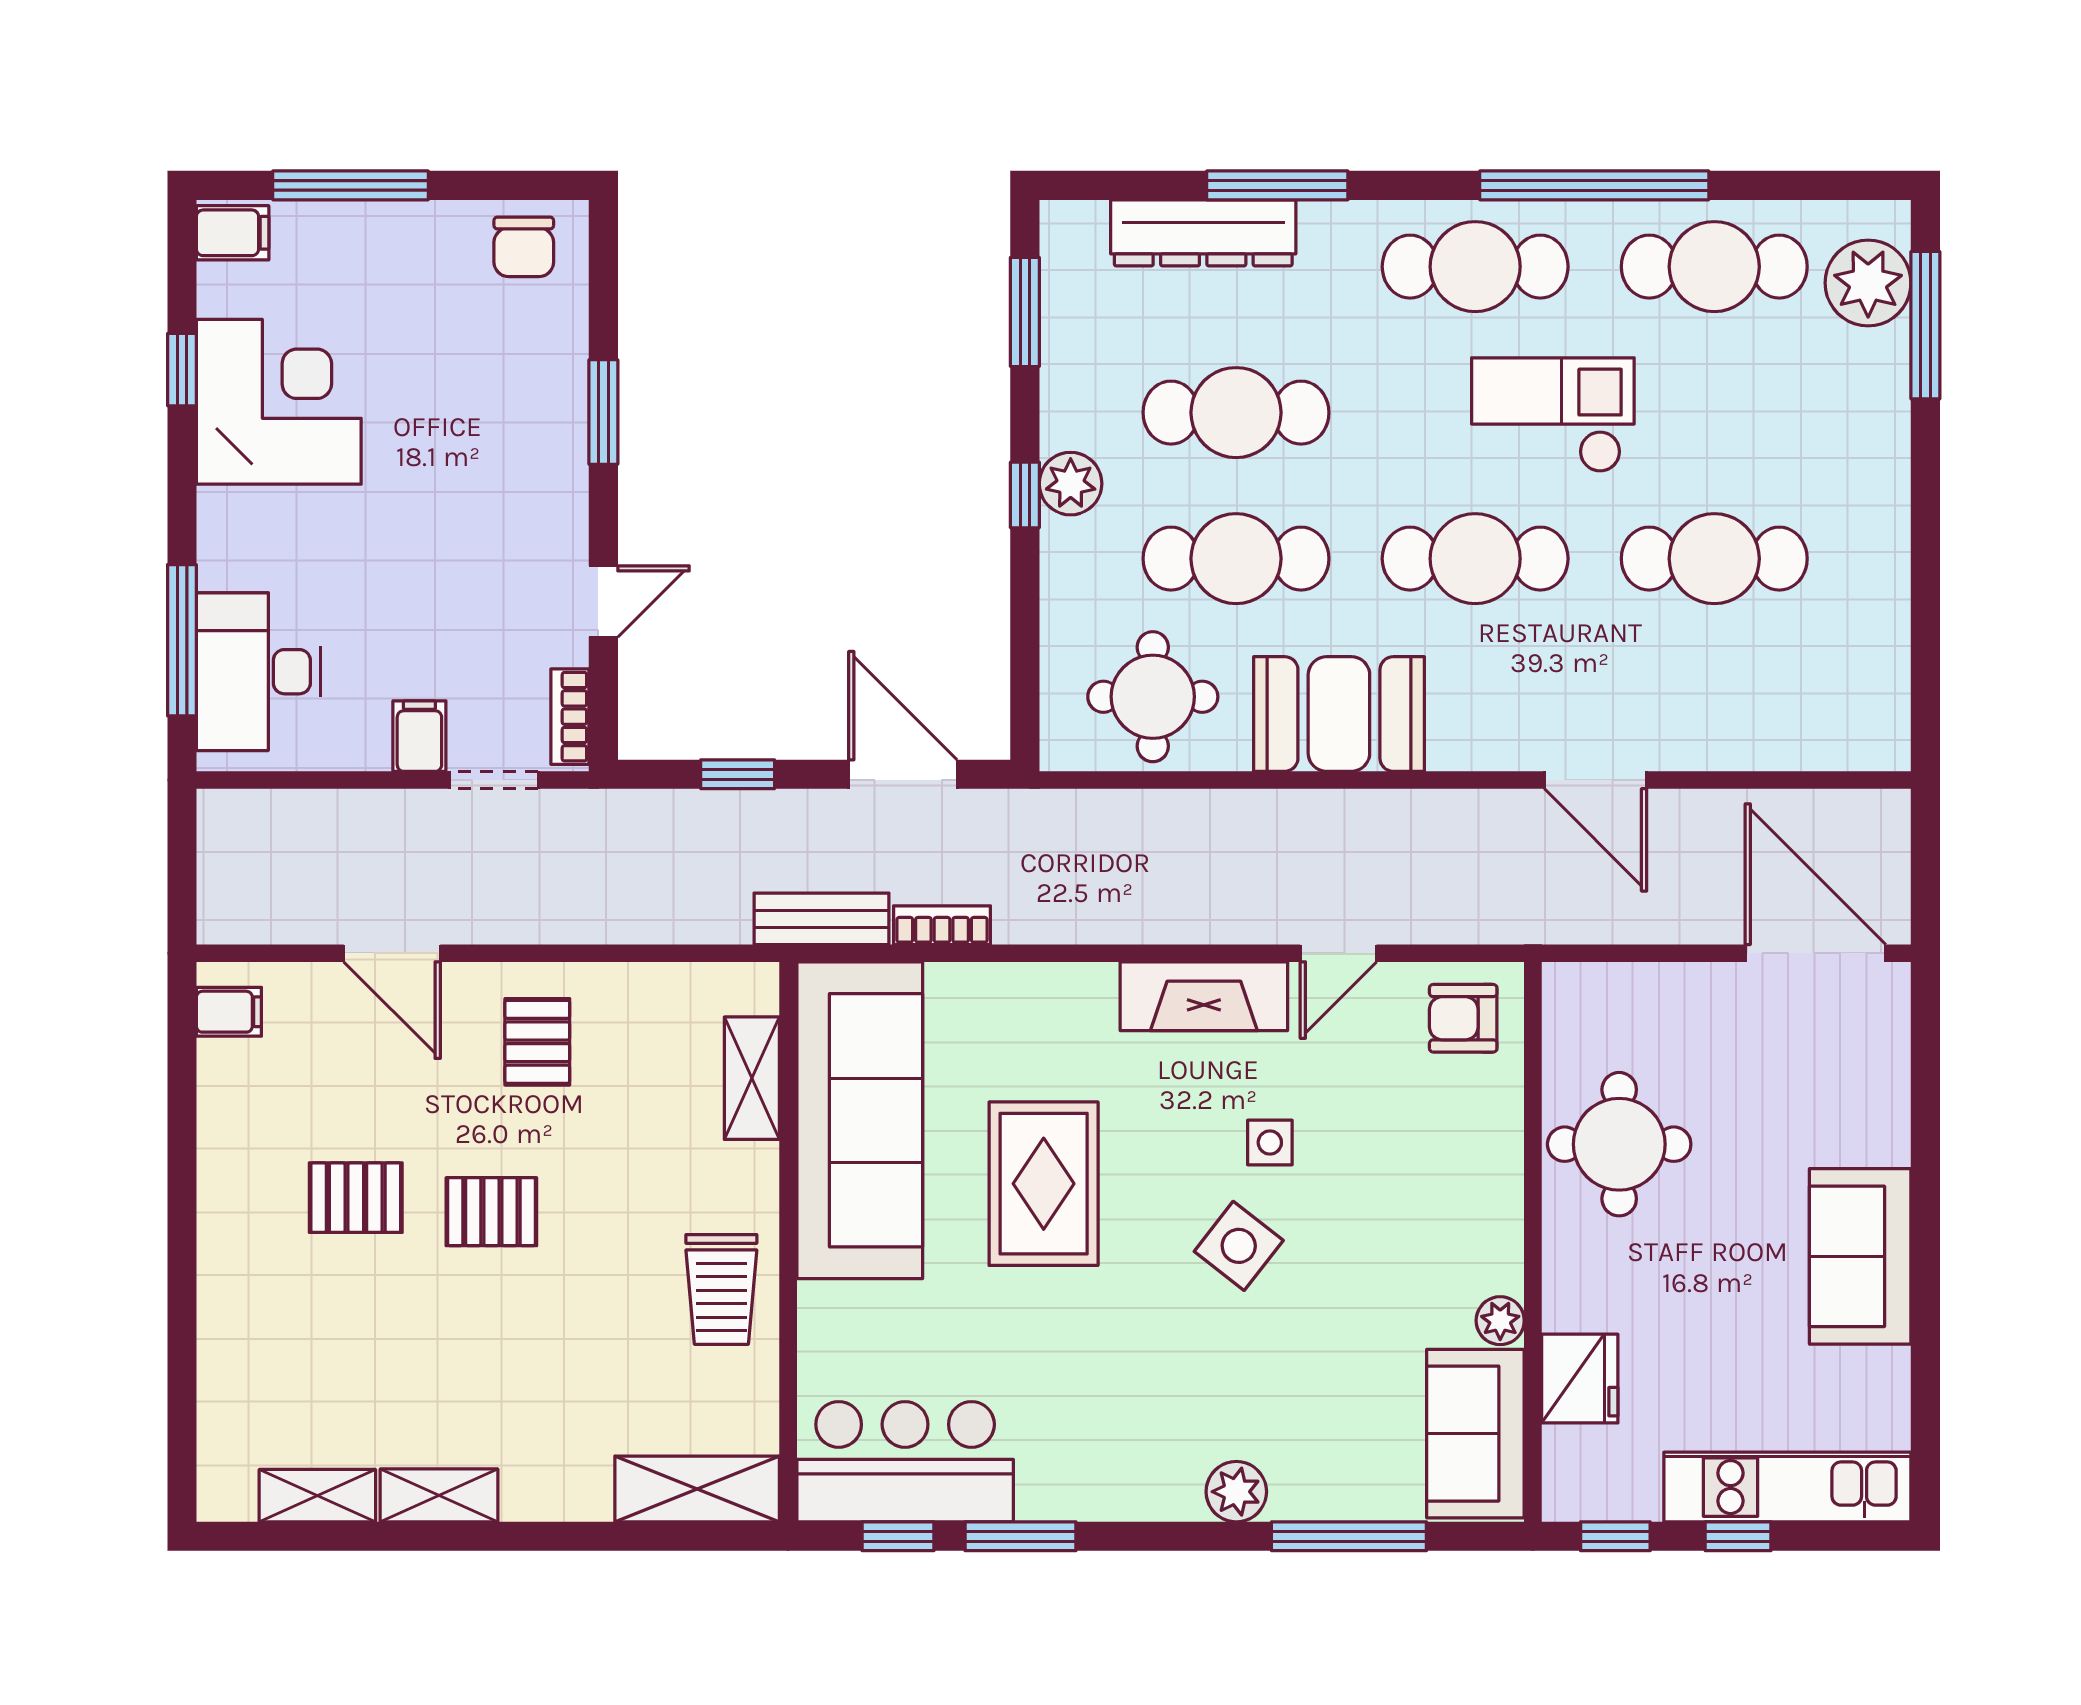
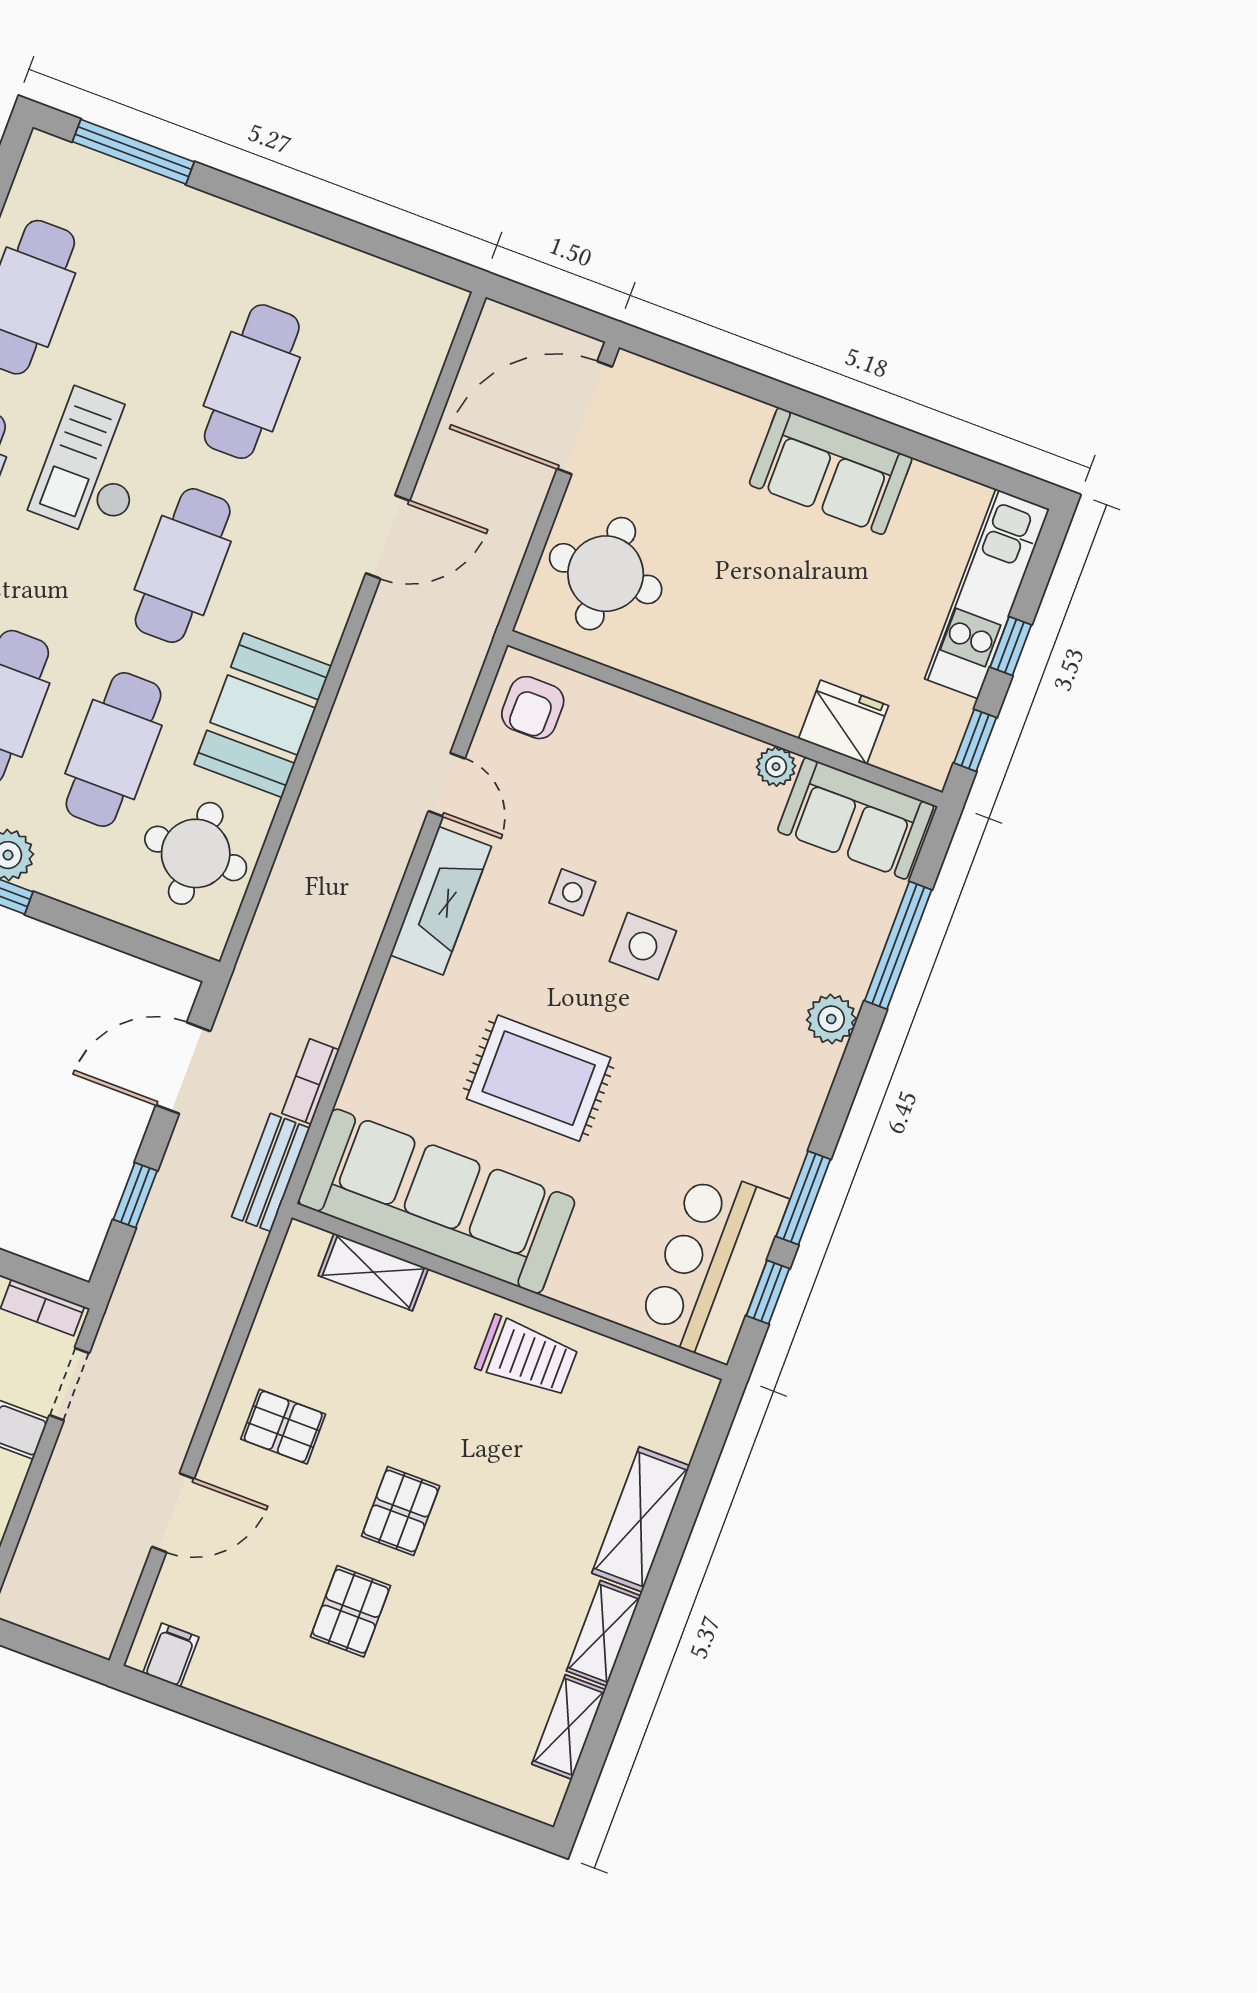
plant: (1868, 283) -> (84, 184), removed
round table: (1619, 1144) -> (606, 574), moved
side table: (1239, 1246) -> (643, 946), turned -38
shelving: (697, 1489) -> (641, 1519), moved

